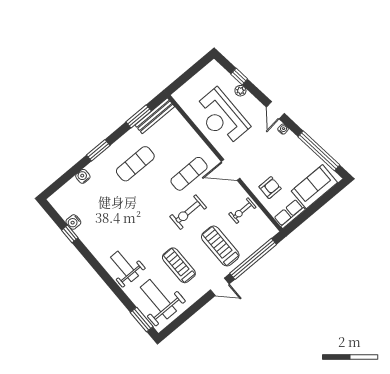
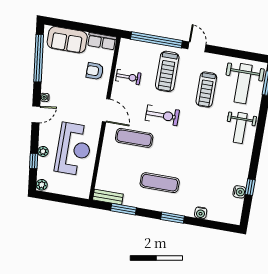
plant: (214, 67) -> (42, 185), added
bench: (155, 116) -> (108, 197), width x0.73

